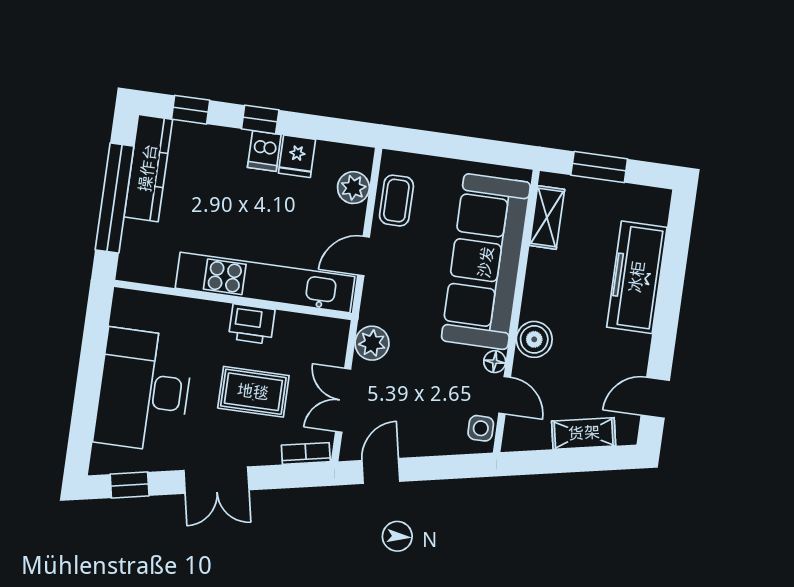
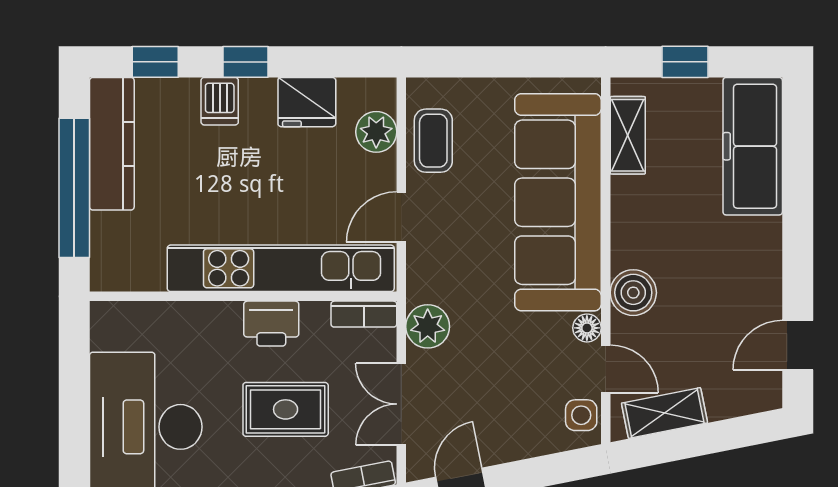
dishwasher: (264, 151) -> (220, 101), moved
fridge: (297, 156) -> (307, 102), width x1.38
window: (599, 167) -> (685, 62), width x0.67
freezer: (637, 277) -> (753, 146), moved
bookcase: (324, 327) -> (364, 314), added
shelving: (584, 433) -> (664, 413), moved

